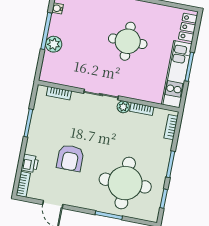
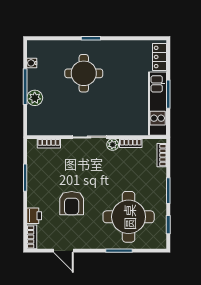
round table: (128, 41) -> (84, 73), moved

